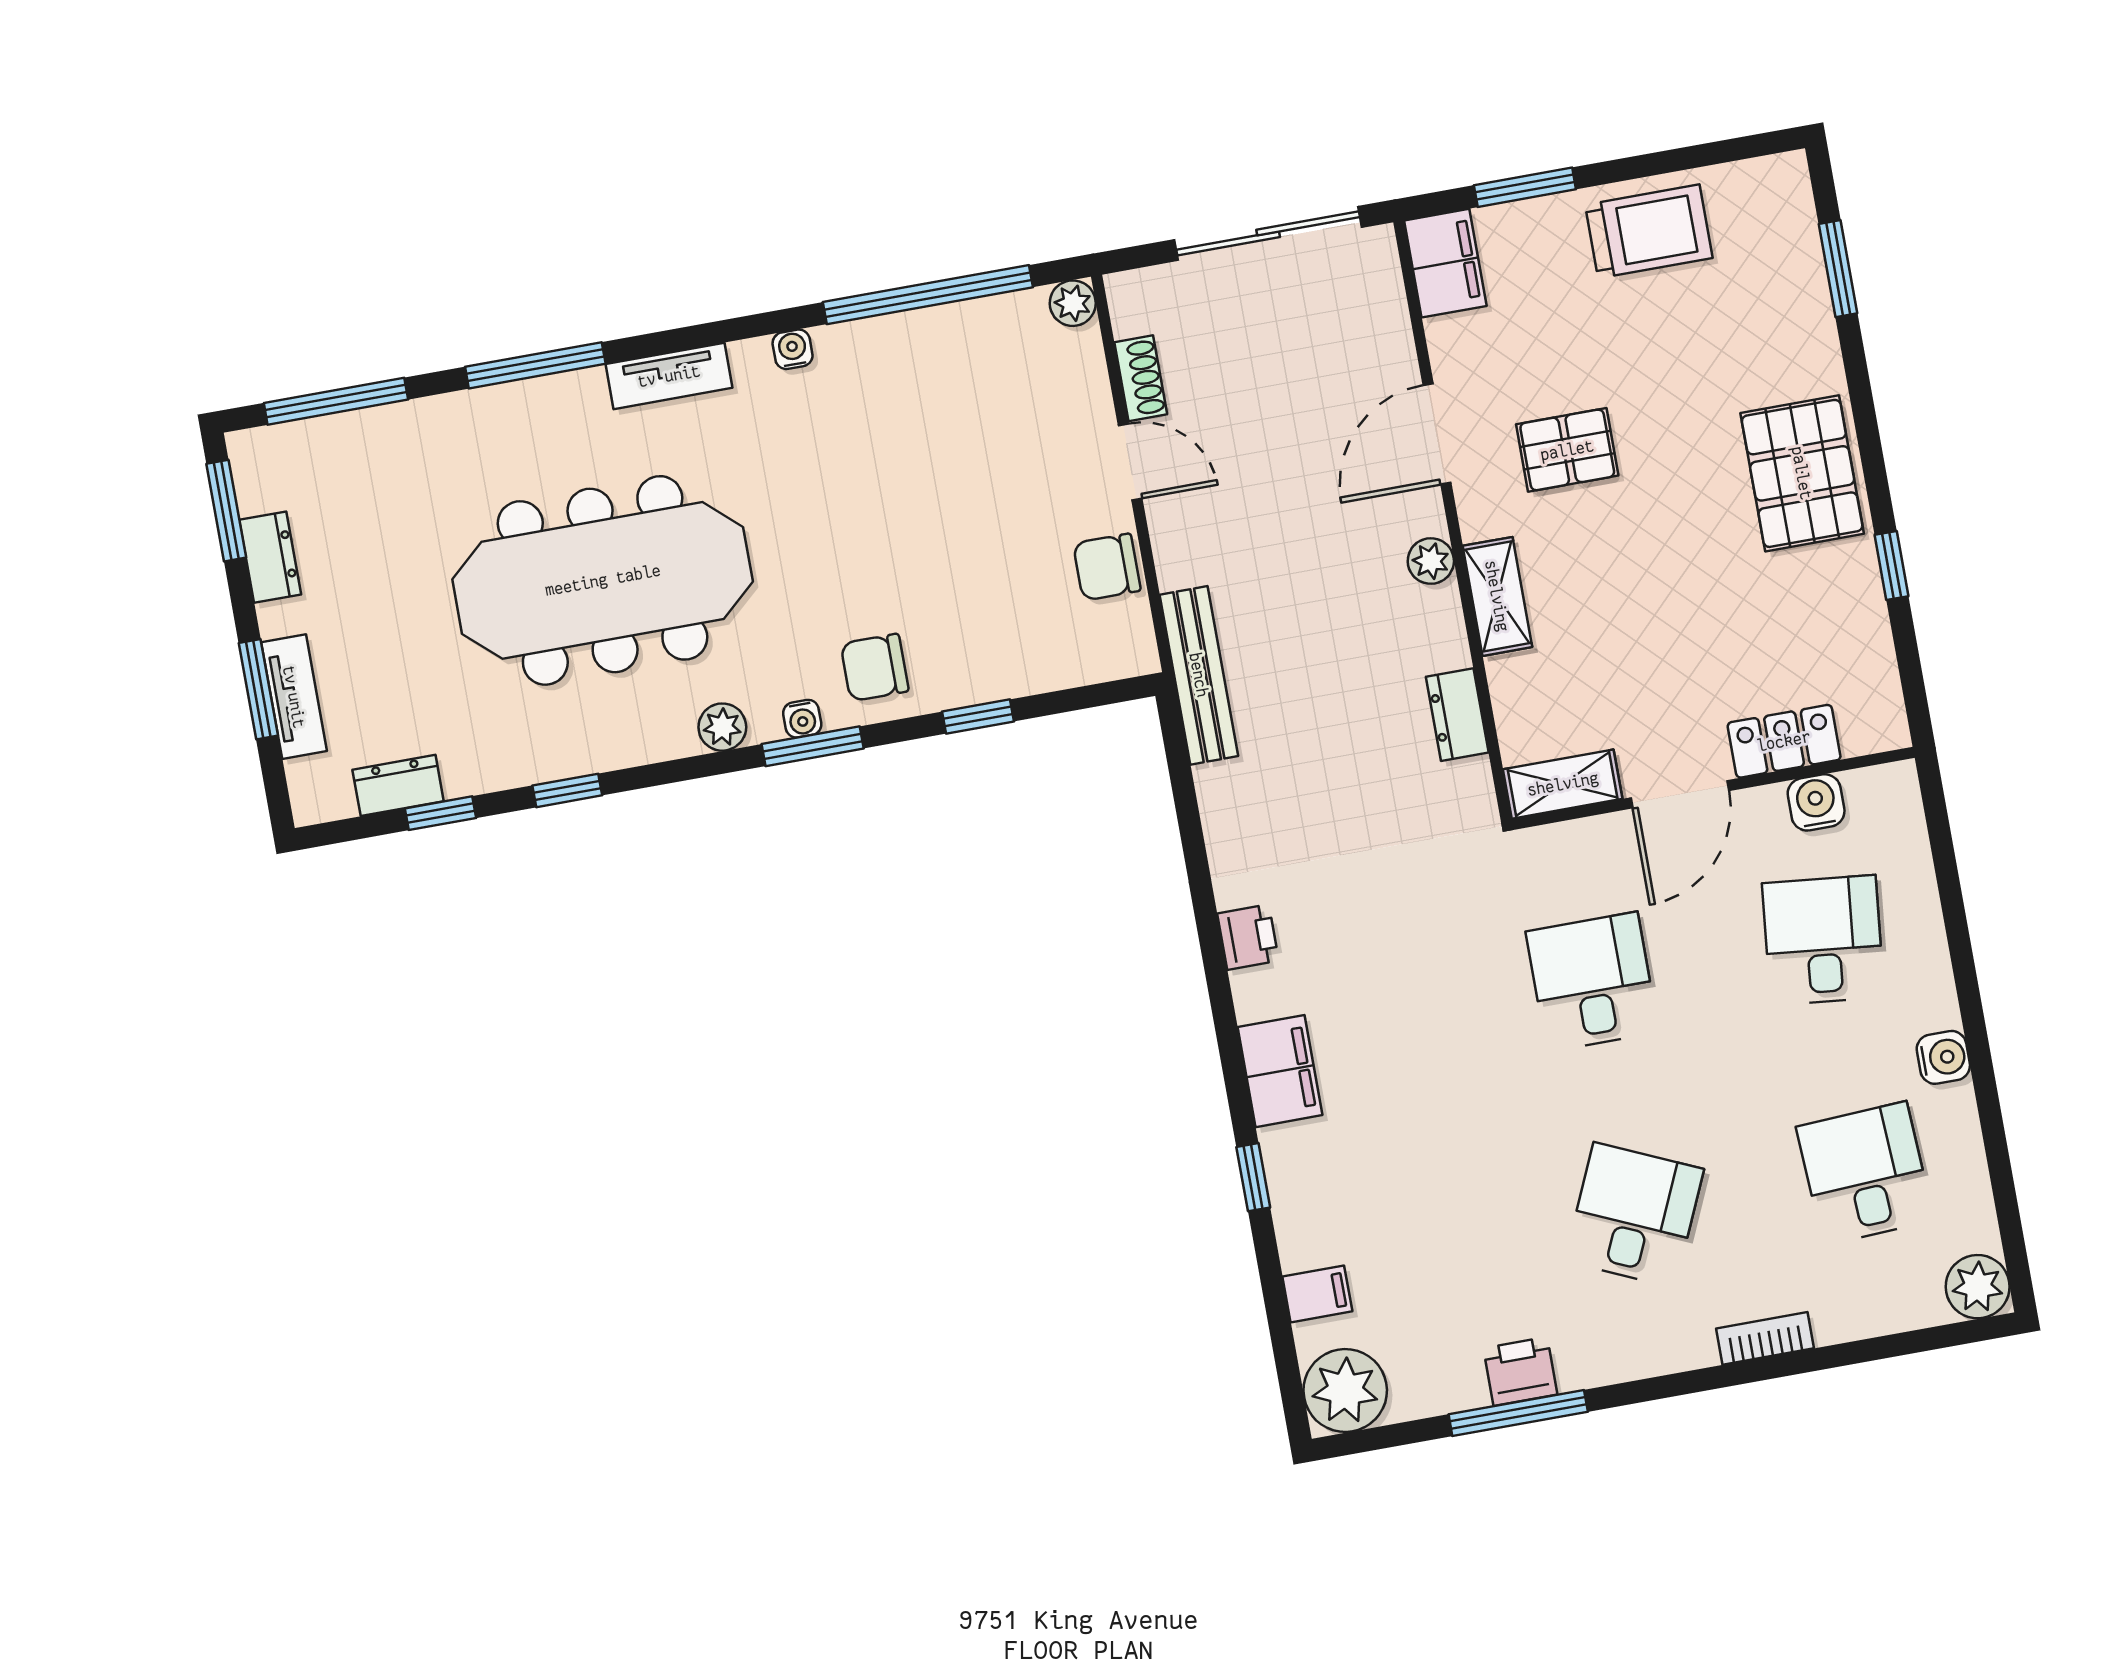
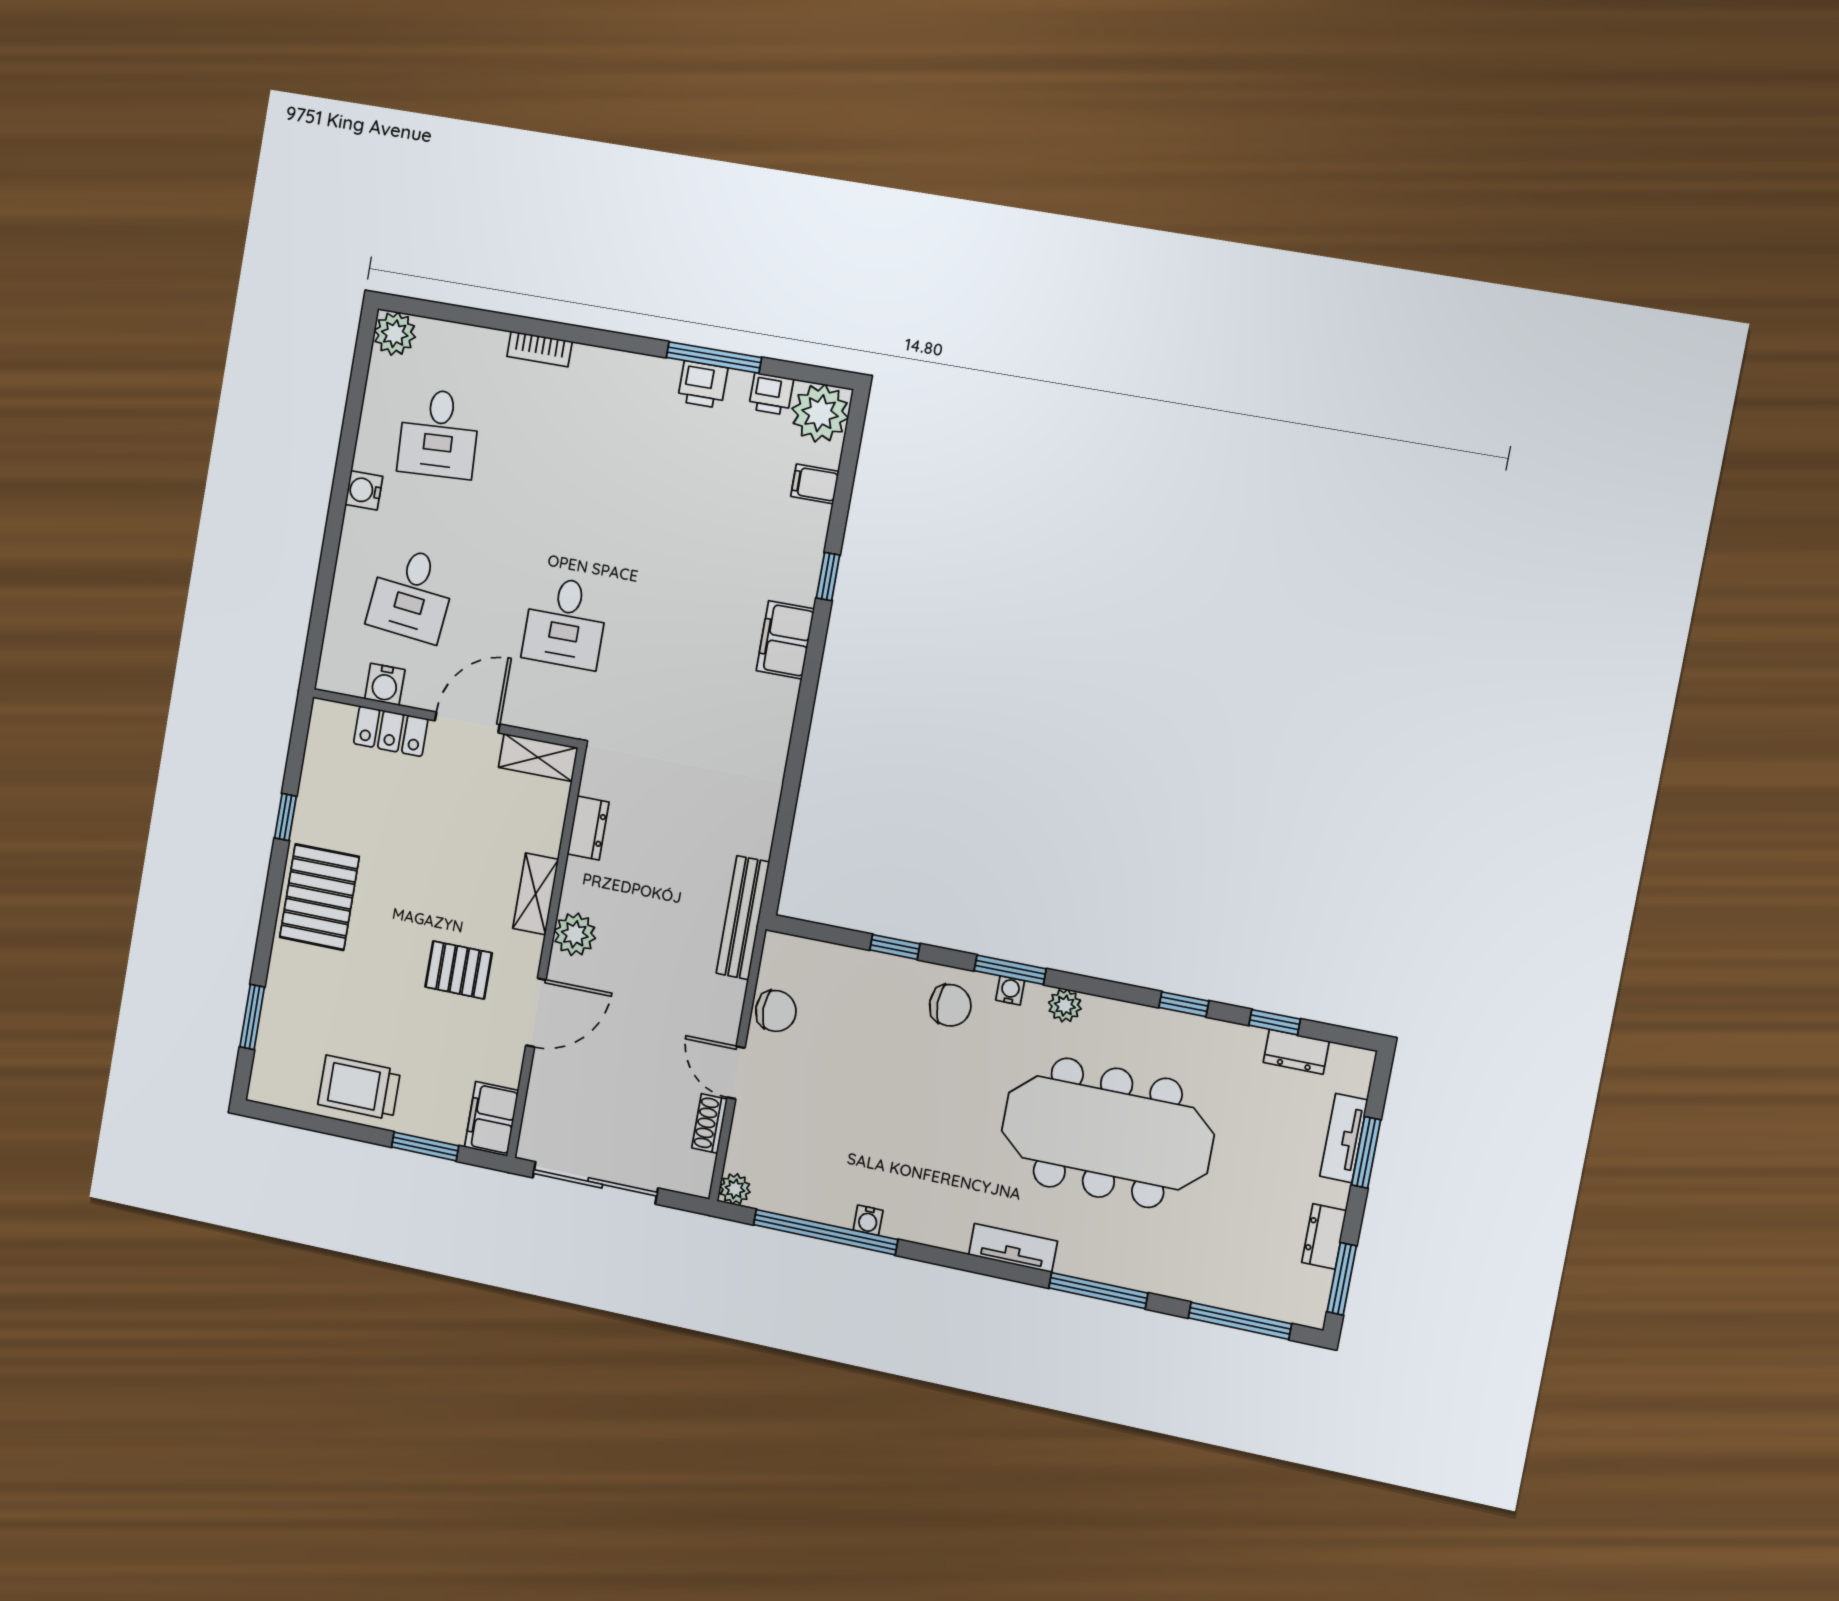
water cooler: (793, 349) -> (868, 1220), moved
plant: (1431, 561) -> (575, 934), width x1.38, depth x1.38
printer: (1248, 937) -> (771, 394), moved, turned -90
desk: (1634, 1215) -> (593, 461), removed

